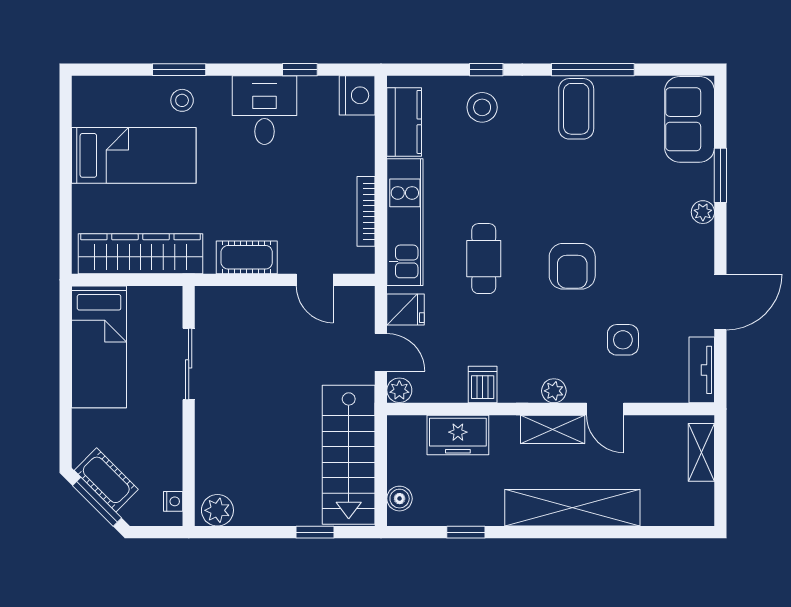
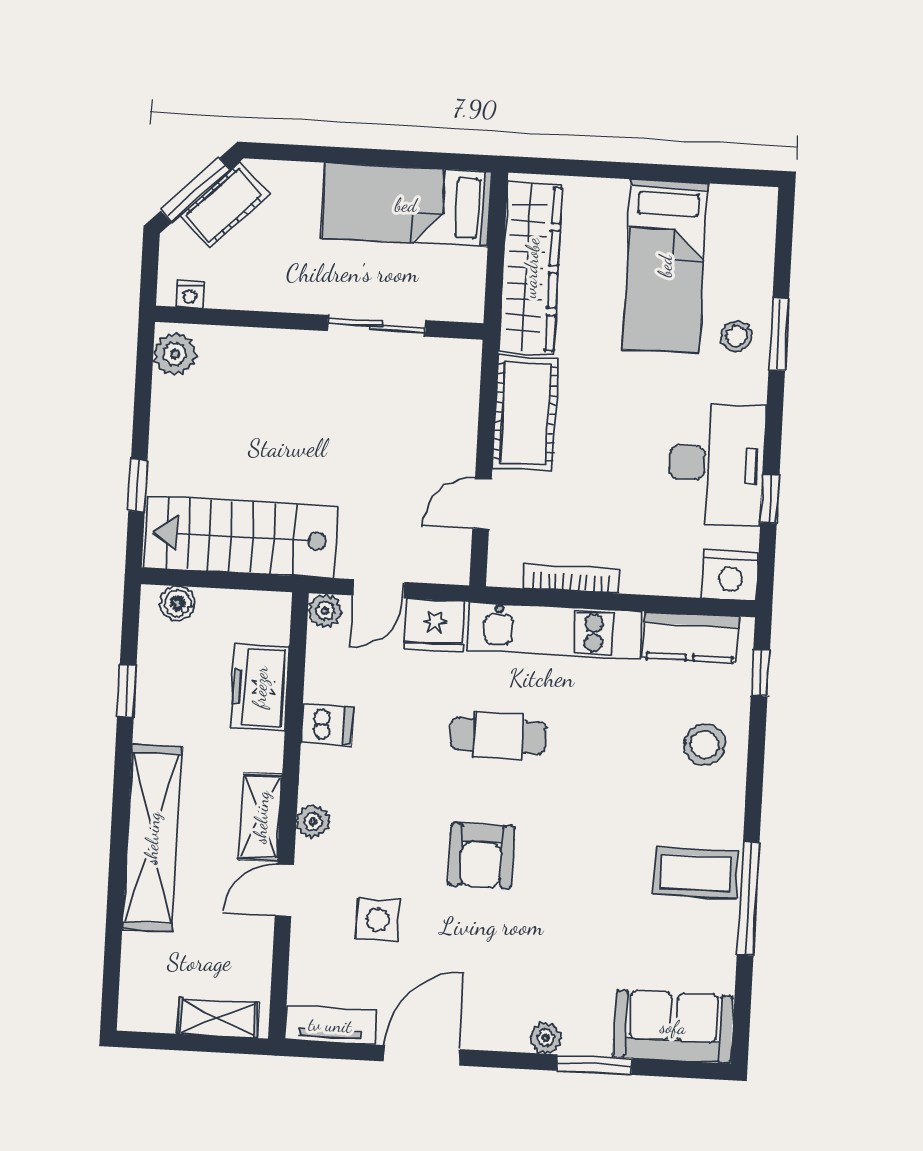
window: (486, 70) -> (760, 673), moved
desk: (264, 110) -> (716, 464), width x1.37
cot: (247, 257) -> (525, 413), width x1.37, depth x1.34
armchair: (572, 266) -> (481, 856), turned -90
door: (720, 302) -> (422, 1055), swing flipped
fridge: (406, 310) -> (435, 625), width x1.38

